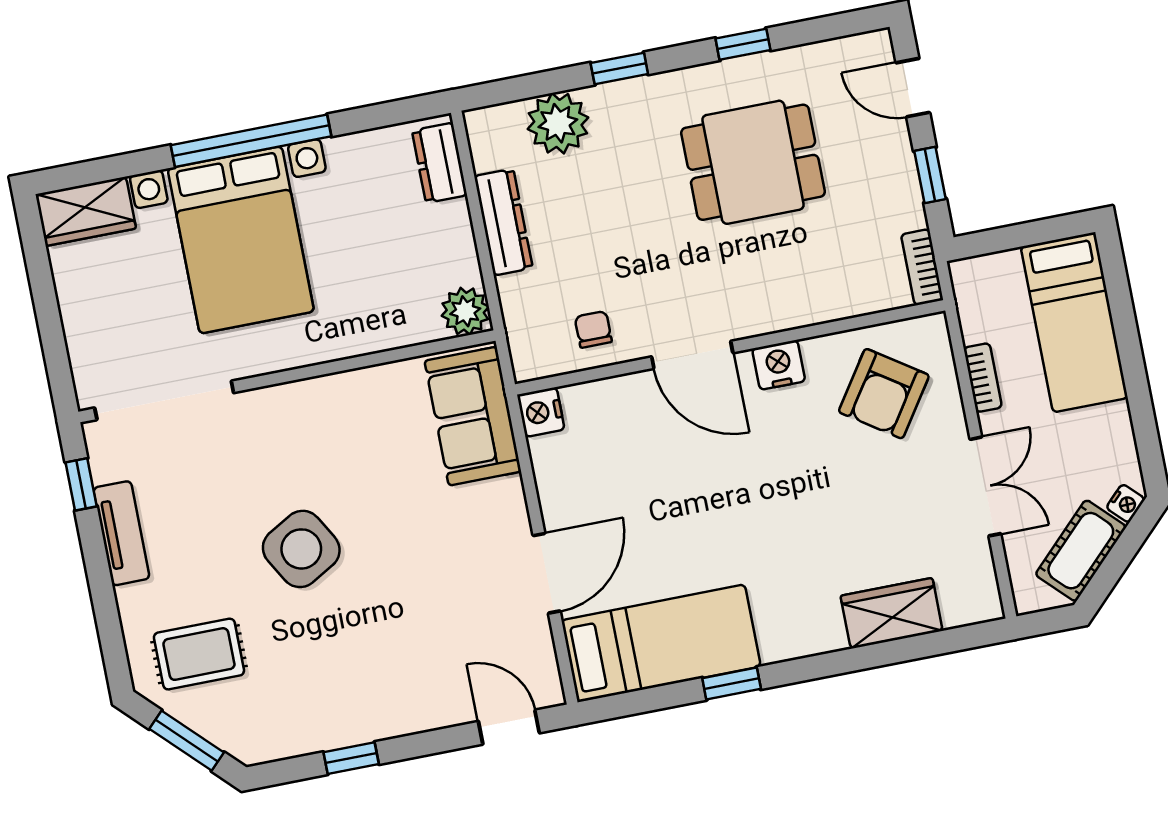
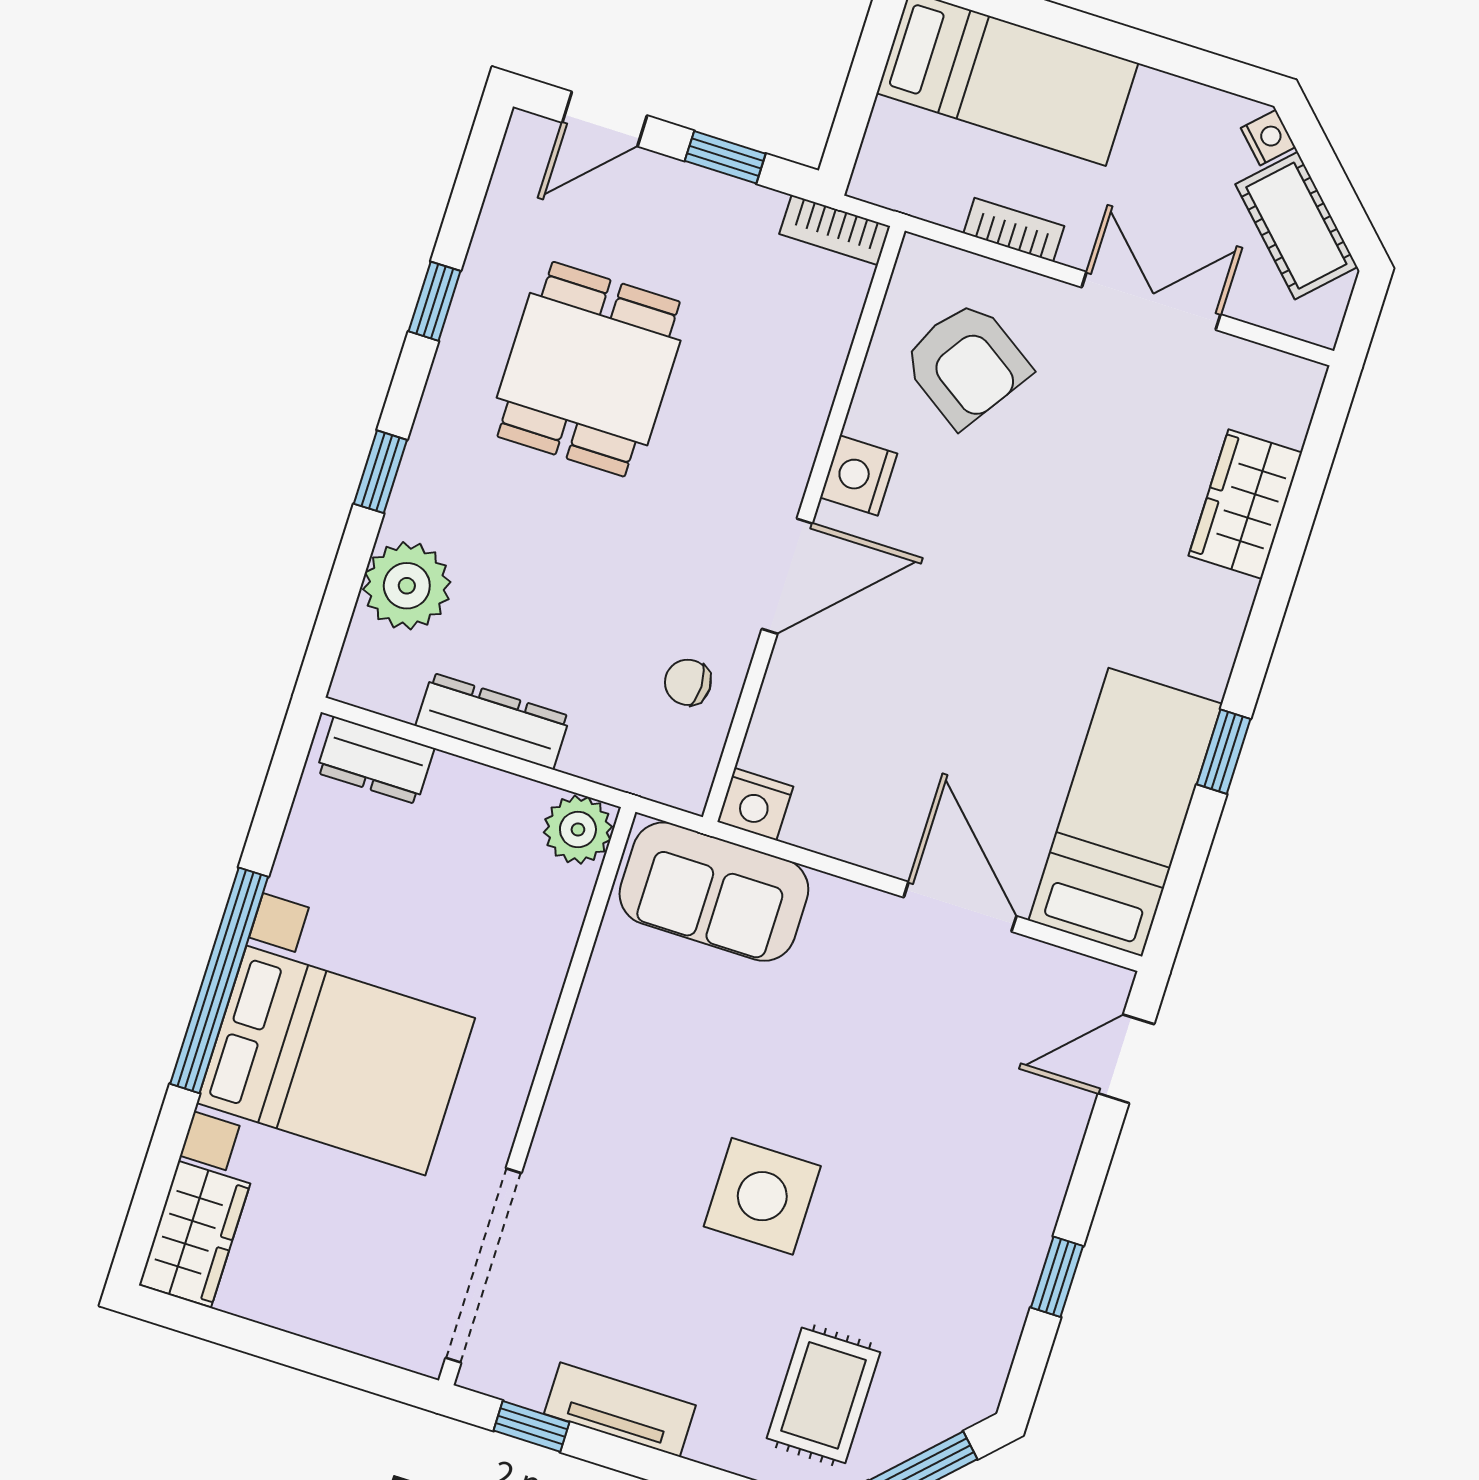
side table: (301, 549) -> (762, 1196), turned 30

